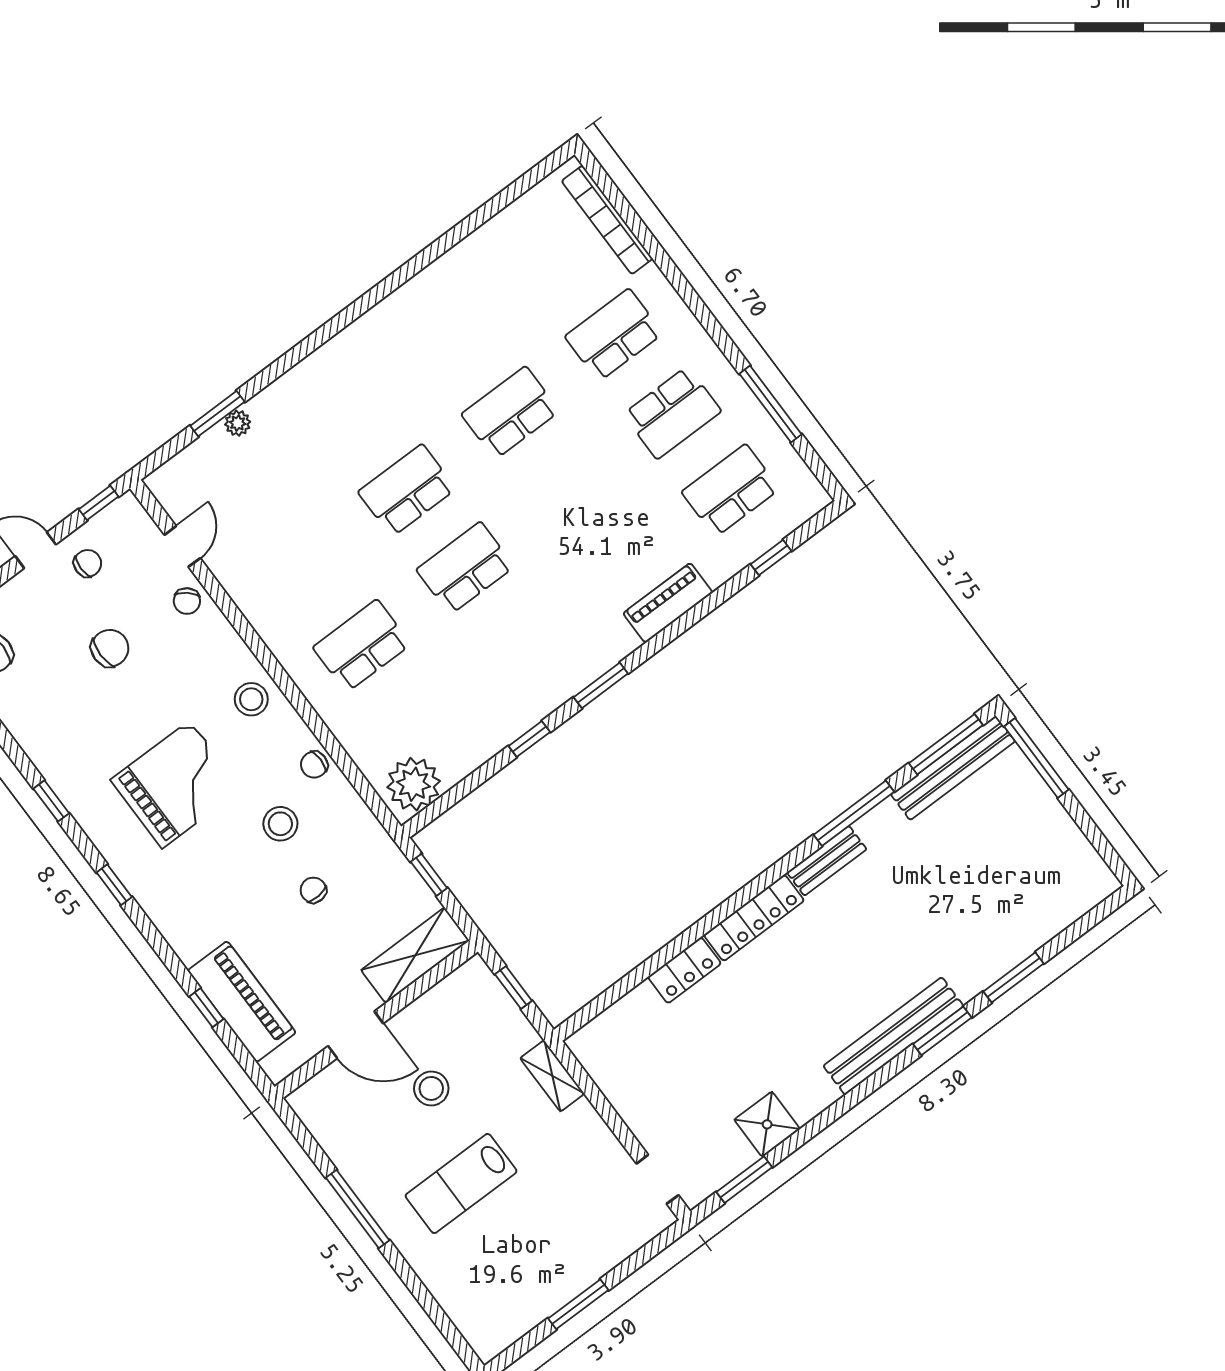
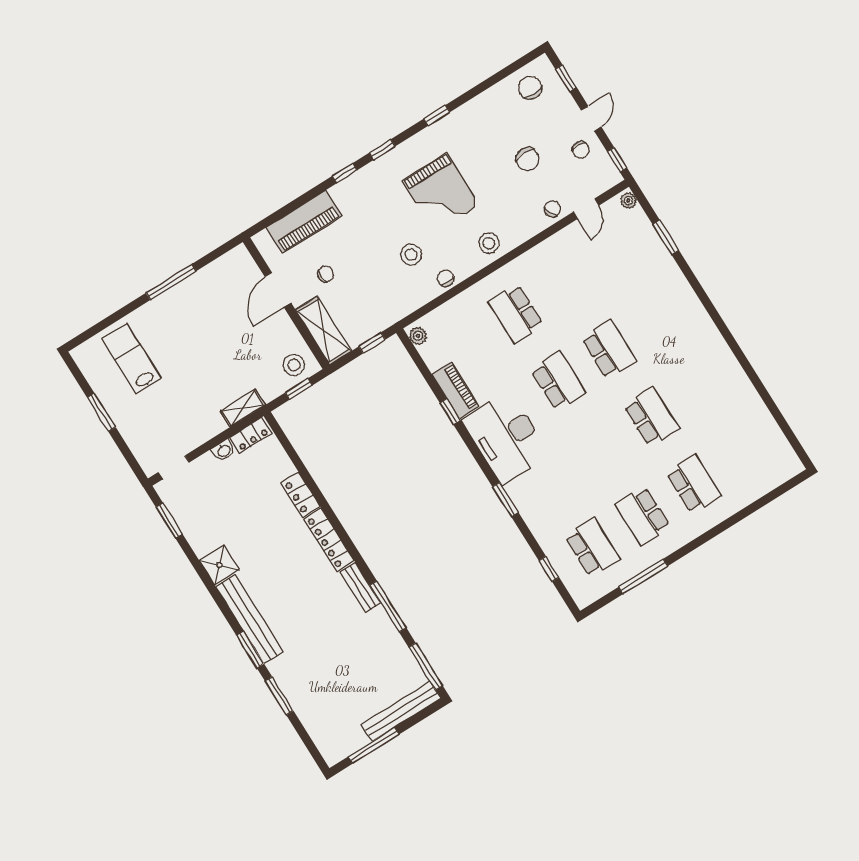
bookcase: (607, 220) -> (764, 486), removed
plant: (238, 423) -> (628, 201), moved
door: (182, 546) -> (586, 209), hinge flipped
chair: (187, 601) -> (552, 209), turned 113
piano: (668, 603) -> (456, 390), moved
desk: (564, 645) -> (506, 437), added
school desk: (362, 646) -> (516, 314), turned 180
window: (601, 685) -> (505, 500), moved
window: (1036, 758) -> (374, 746), moved
bench: (953, 768) -> (401, 711), moved, turned 90
plant: (414, 784) -> (418, 336), width x0.53, depth x0.53
chair: (313, 890) -> (326, 274), moved
window: (206, 1008) -> (345, 173), moved
locker: (595, 1059) -> (251, 435), added
stool: (431, 1088) -> (294, 365), moved
washbasin: (623, 1101) -> (224, 450), added
shower: (767, 1124) -> (219, 565), moved
lab bench: (461, 1184) -> (131, 358), moved

